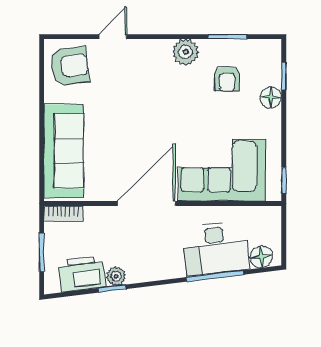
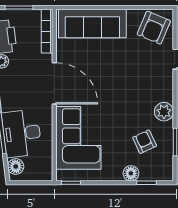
armchair: (69, 66) -> (154, 28), turned 30
armchair: (227, 79) -> (145, 142), turned 65
bookcase: (63, 214) -> (47, 31), width x1.56

